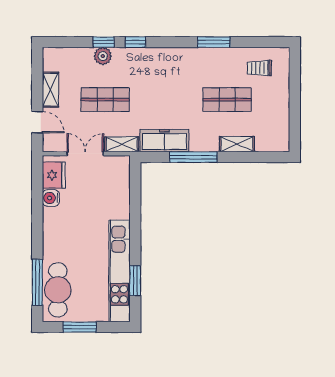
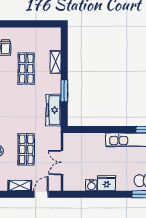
shelving: (122, 144) -> (56, 138), removed
window: (193, 157) -> (64, 91), width x0.69
fridge: (54, 175) -> (106, 183), moved

